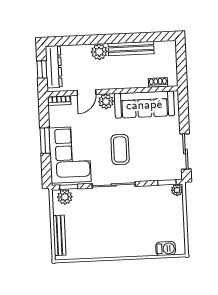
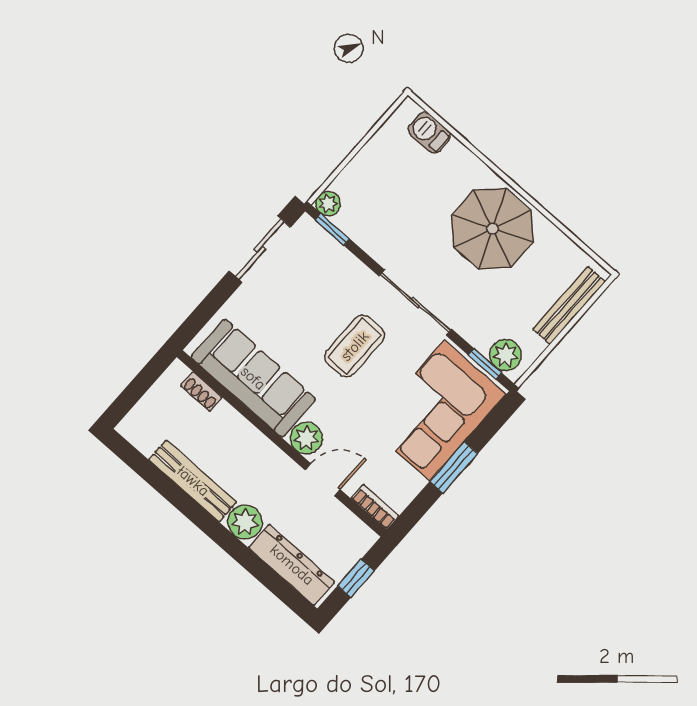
dresser: (54, 67) -> (292, 565), moved, turned 90
parasol: (112, 236) -> (493, 229), added

